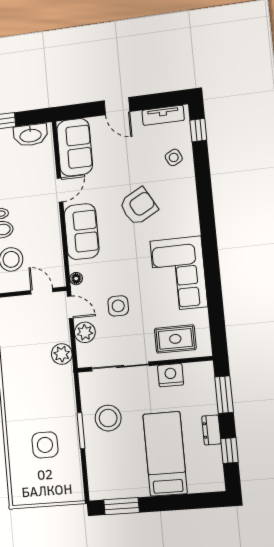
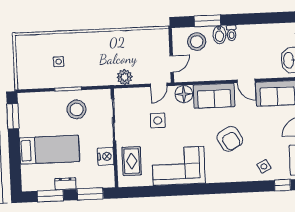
floor lamp: (76, 279) -> (184, 94), width x1.89, depth x1.89
plant: (85, 332) -> (140, 95), removed
side table: (45, 445) -> (59, 62), width x0.54, depth x0.54
window: (229, 451) -> (50, 196), width x1.50

